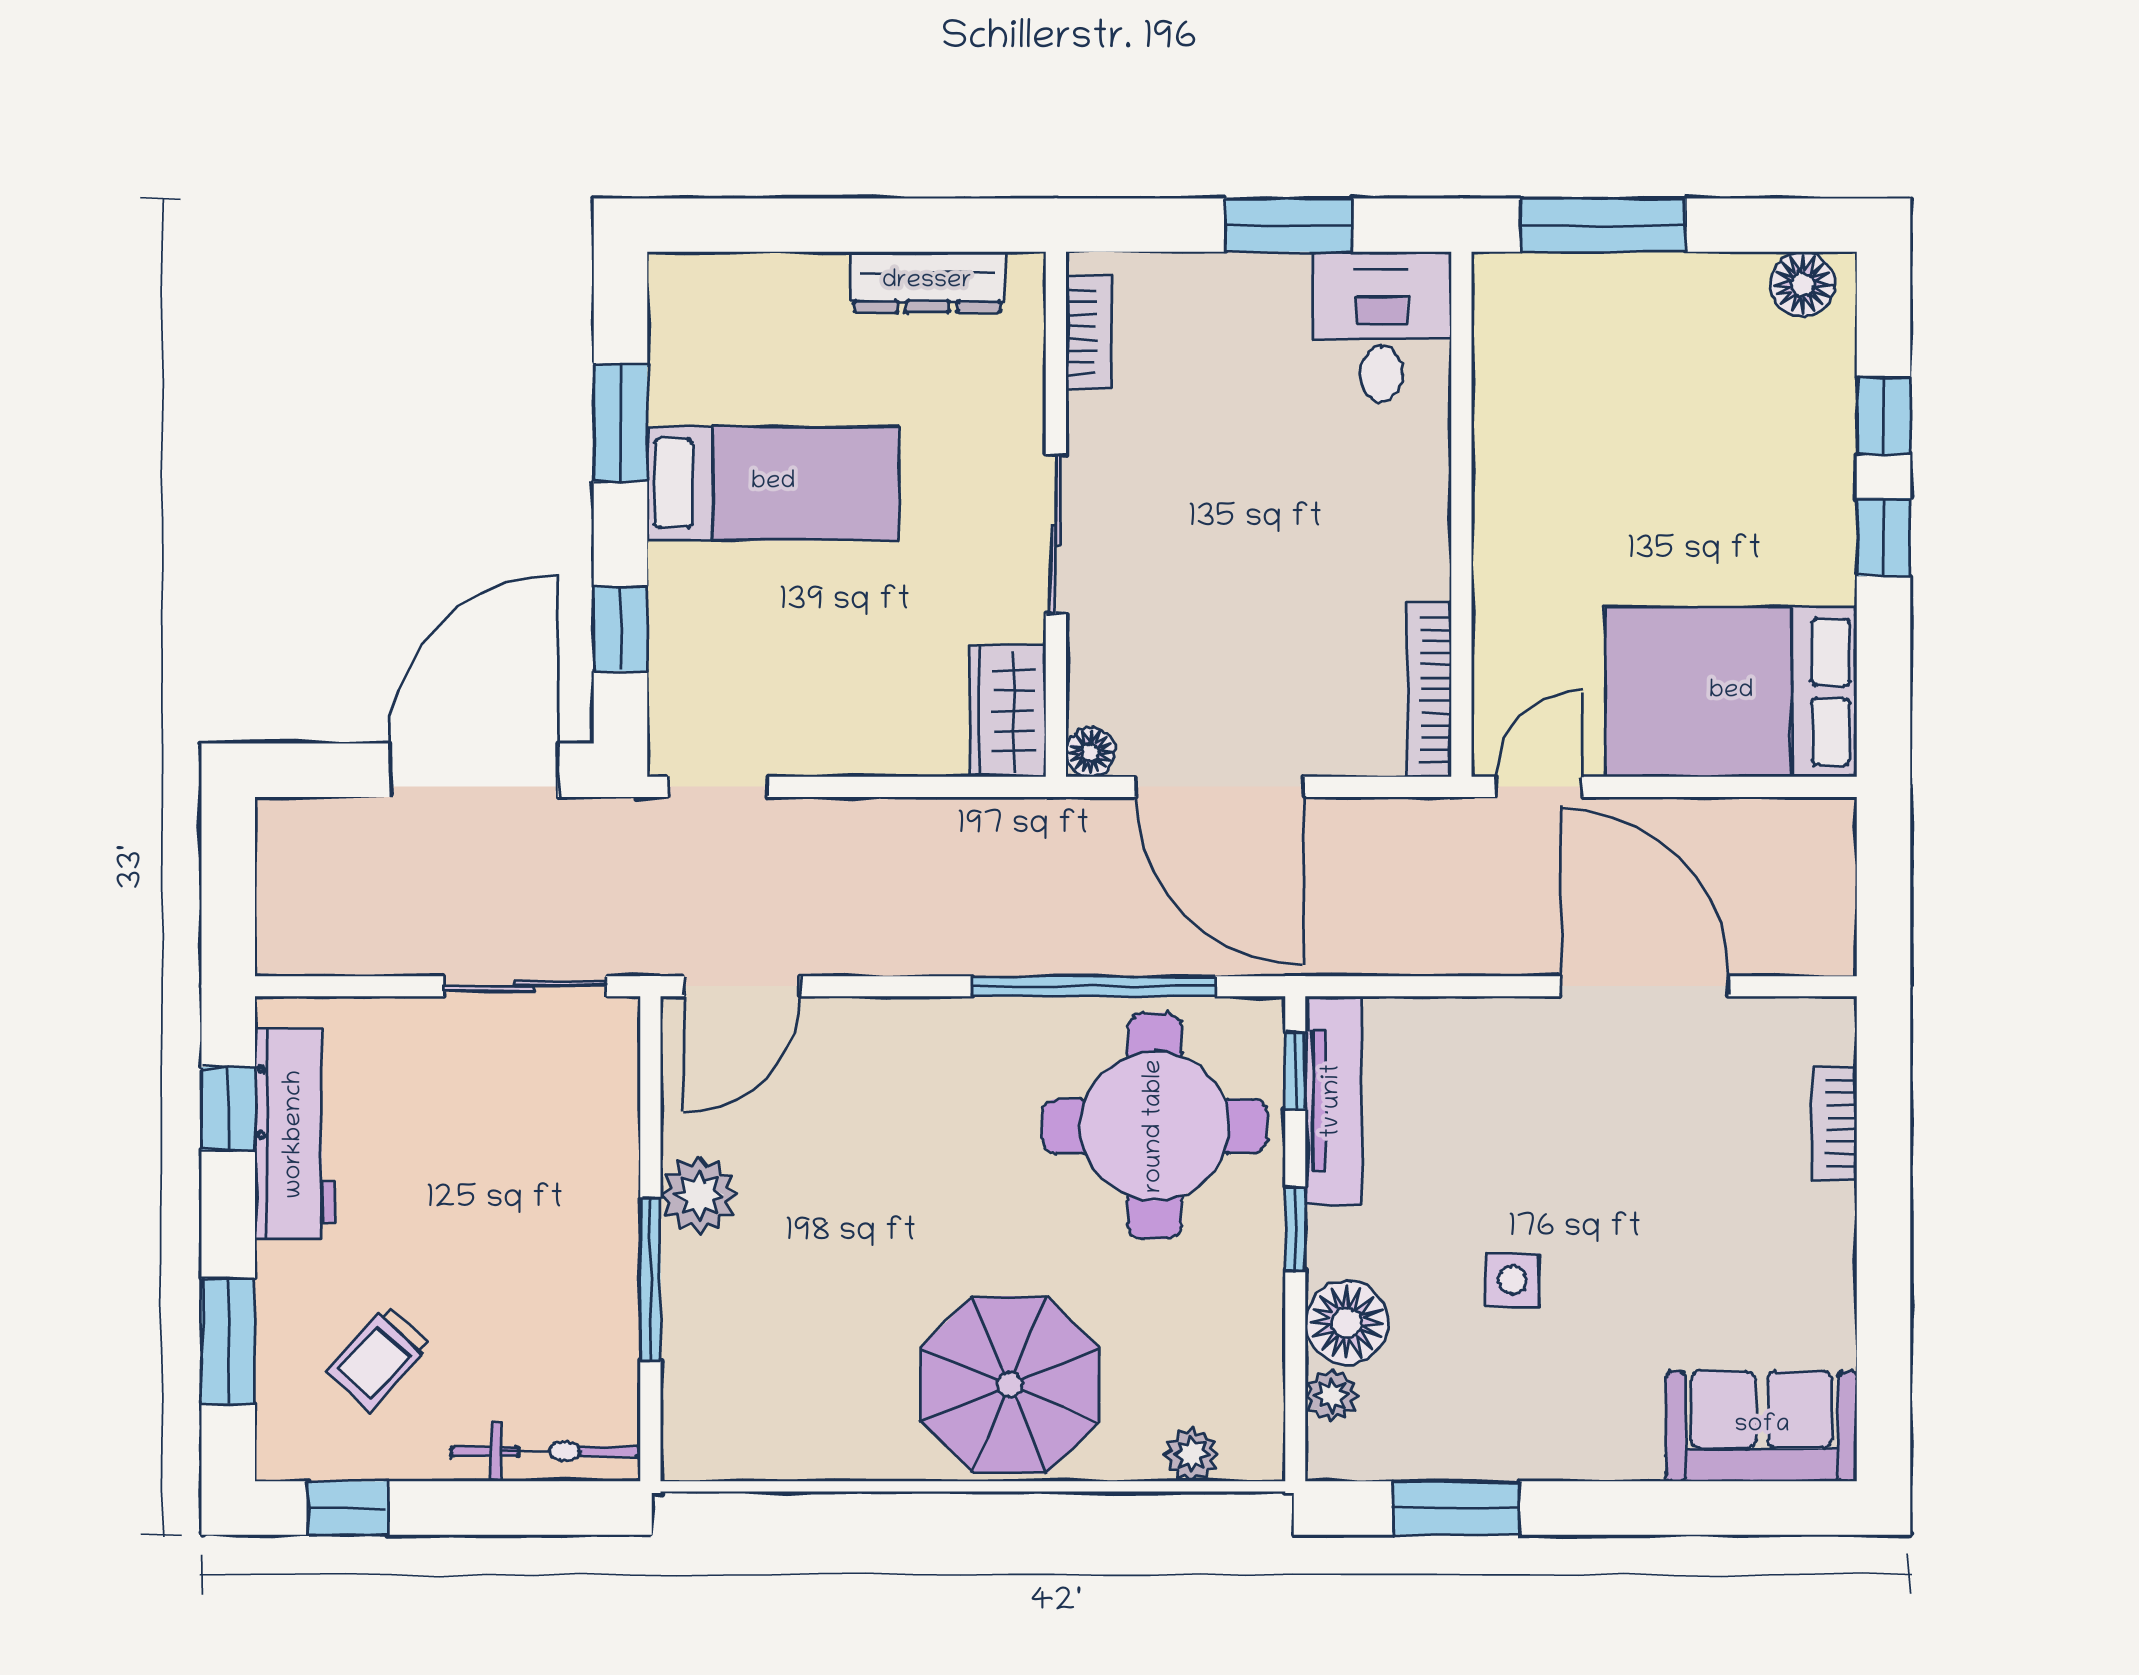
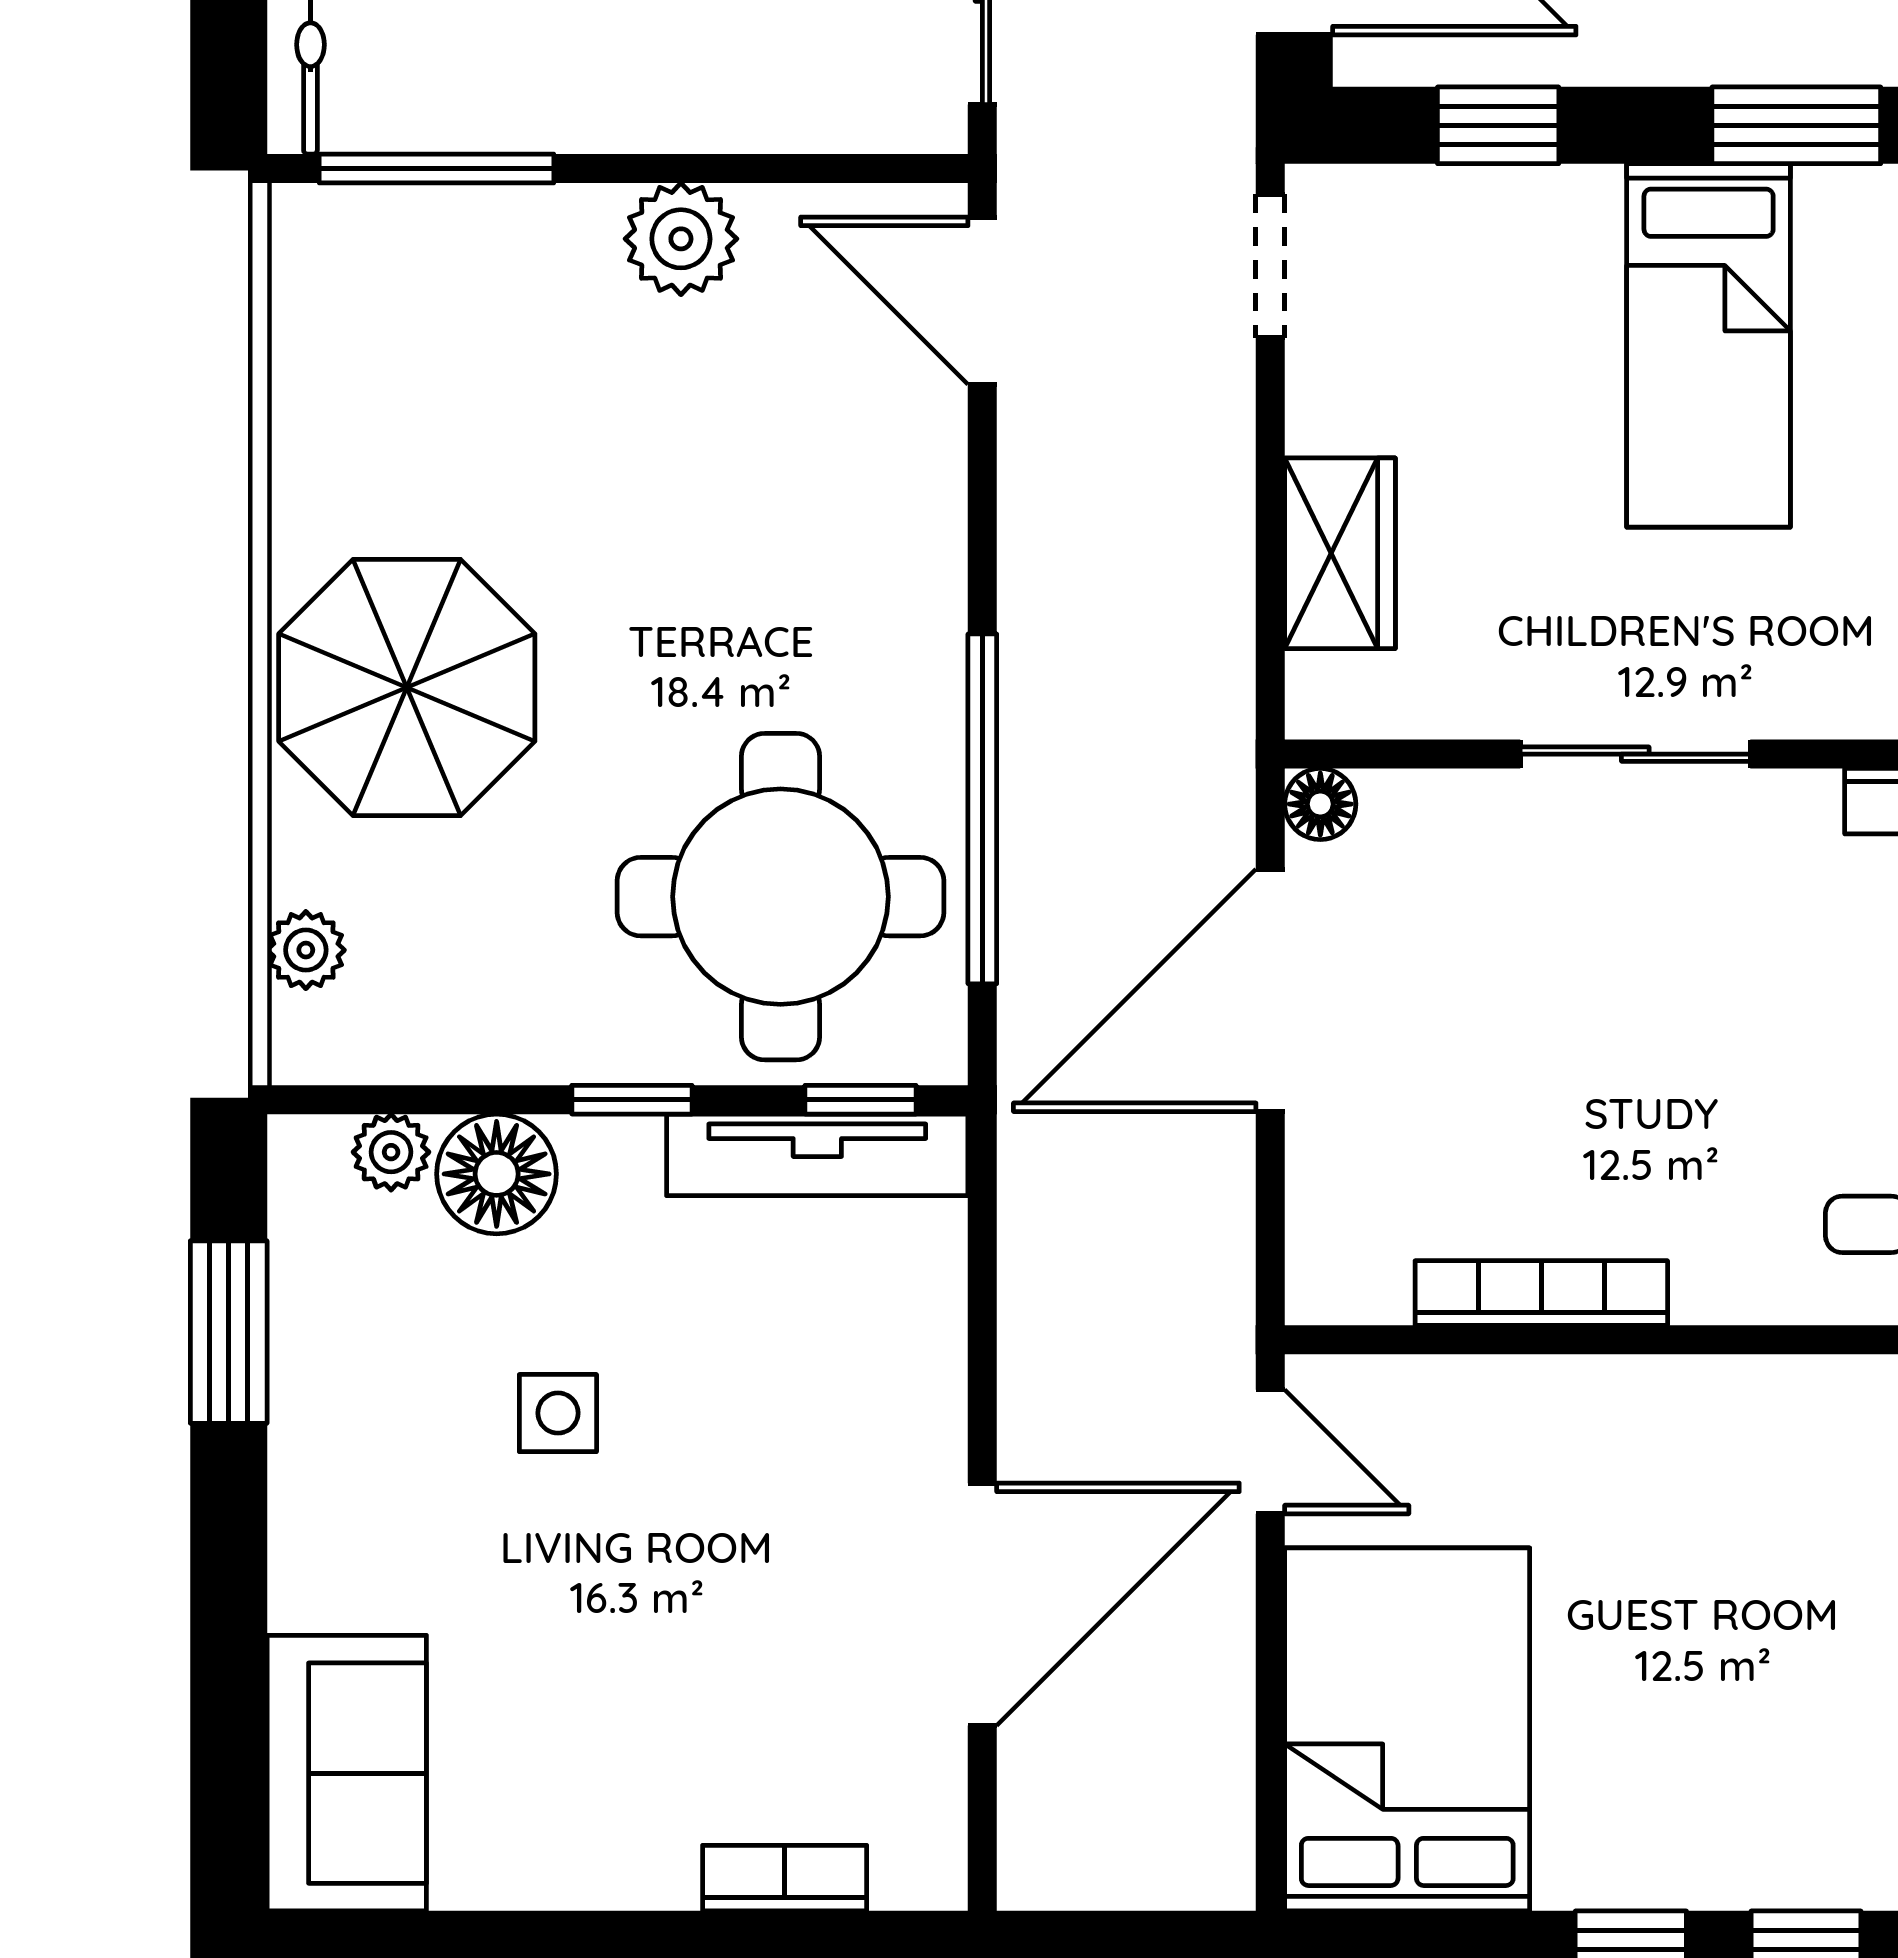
bookcase: (1429, 689) -> (1541, 1293), moved
wardrobe: (1008, 711) -> (1340, 553), moved, turned 90
window: (650, 1279) -> (436, 168), moved

